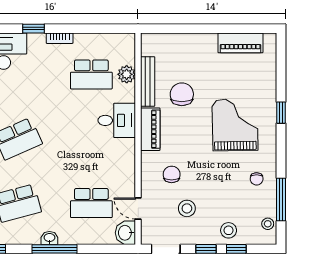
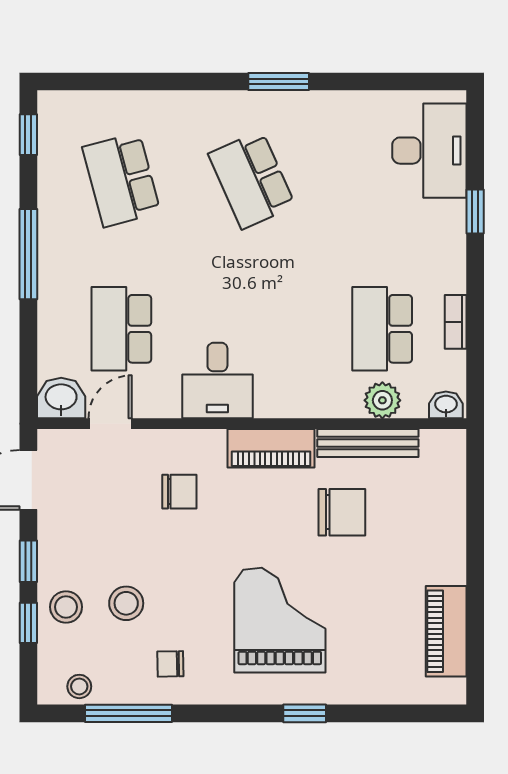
bookcase: (60, 38) -> (456, 322), moved
desk: (117, 120) -> (217, 380), moved
grand piano: (235, 125) -> (280, 620), turned -89
stool: (187, 208) -> (126, 603), moved
washbasin: (49, 238) -> (446, 405), moved, turned -90

